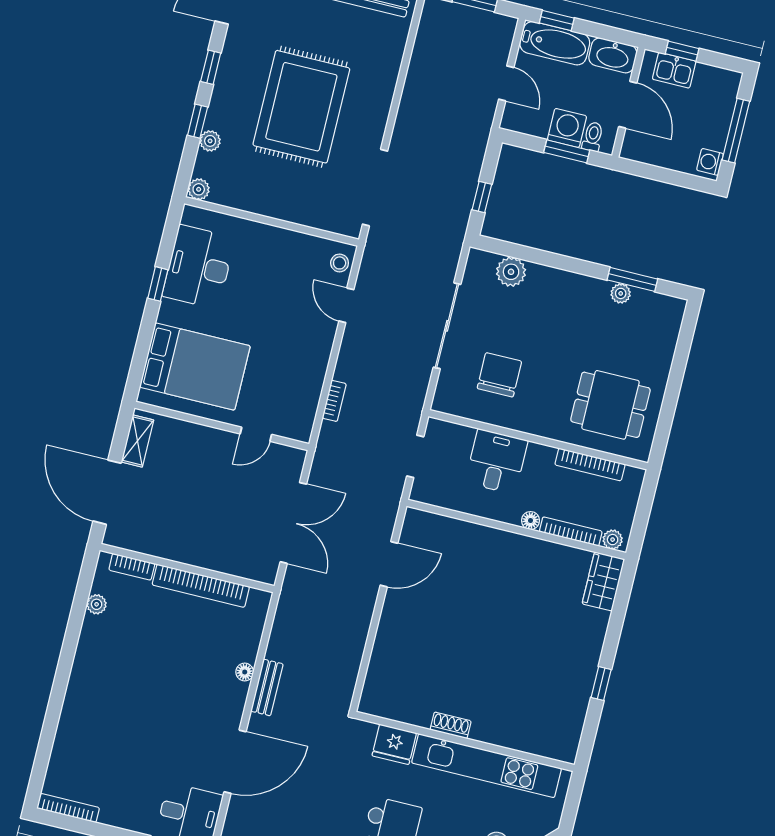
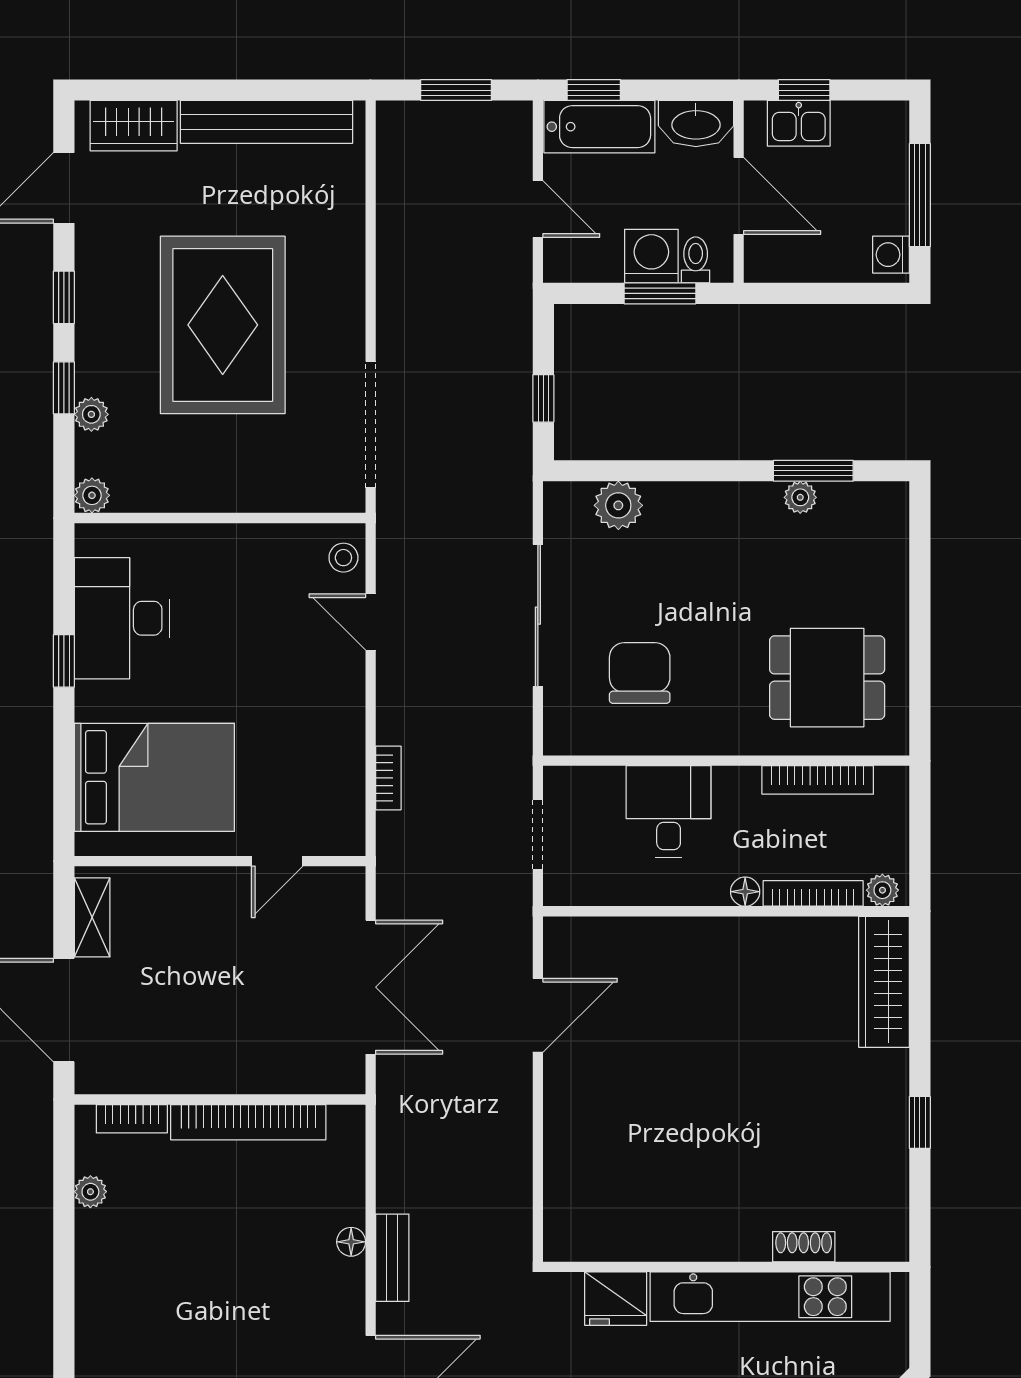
wardrobe: (603, 581) -> (884, 982), width x1.50
shoe rack: (451, 725) -> (804, 1247), moved

